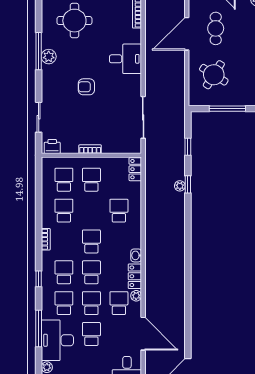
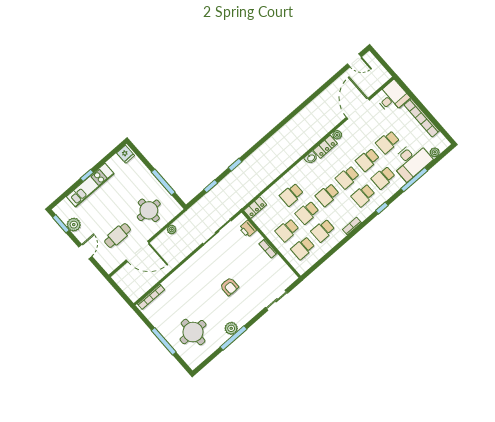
desk: (126, 59) -> (189, 277), removed
round table: (214, 75) -> (149, 210), turned -32
printer: (52, 146) -> (248, 229), moved
plant: (180, 186) -> (172, 230), moved
school desk: (119, 303) -> (307, 213), moved

